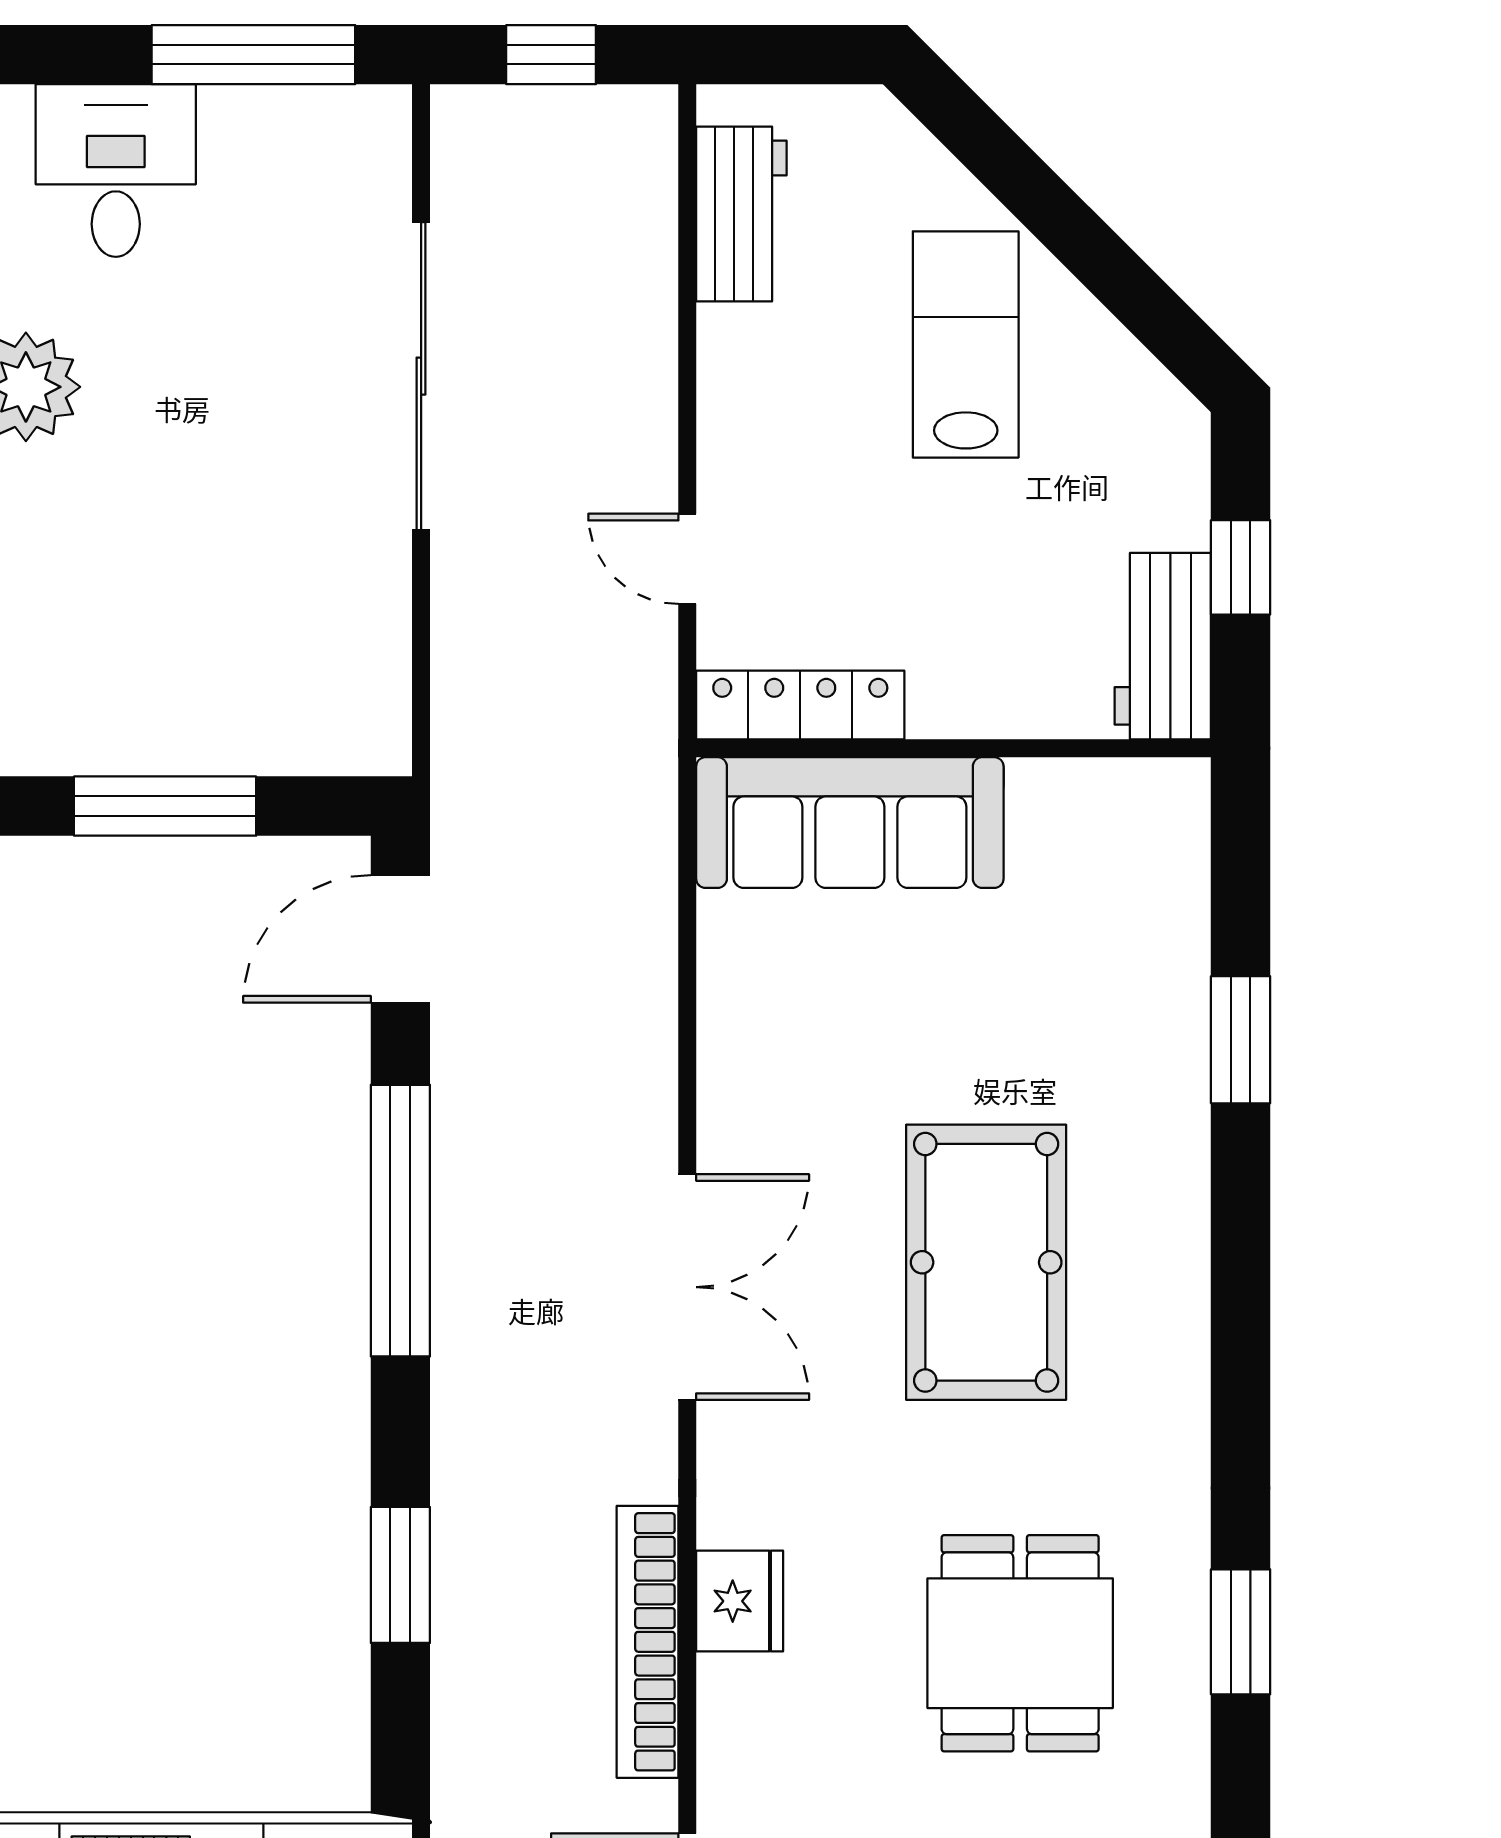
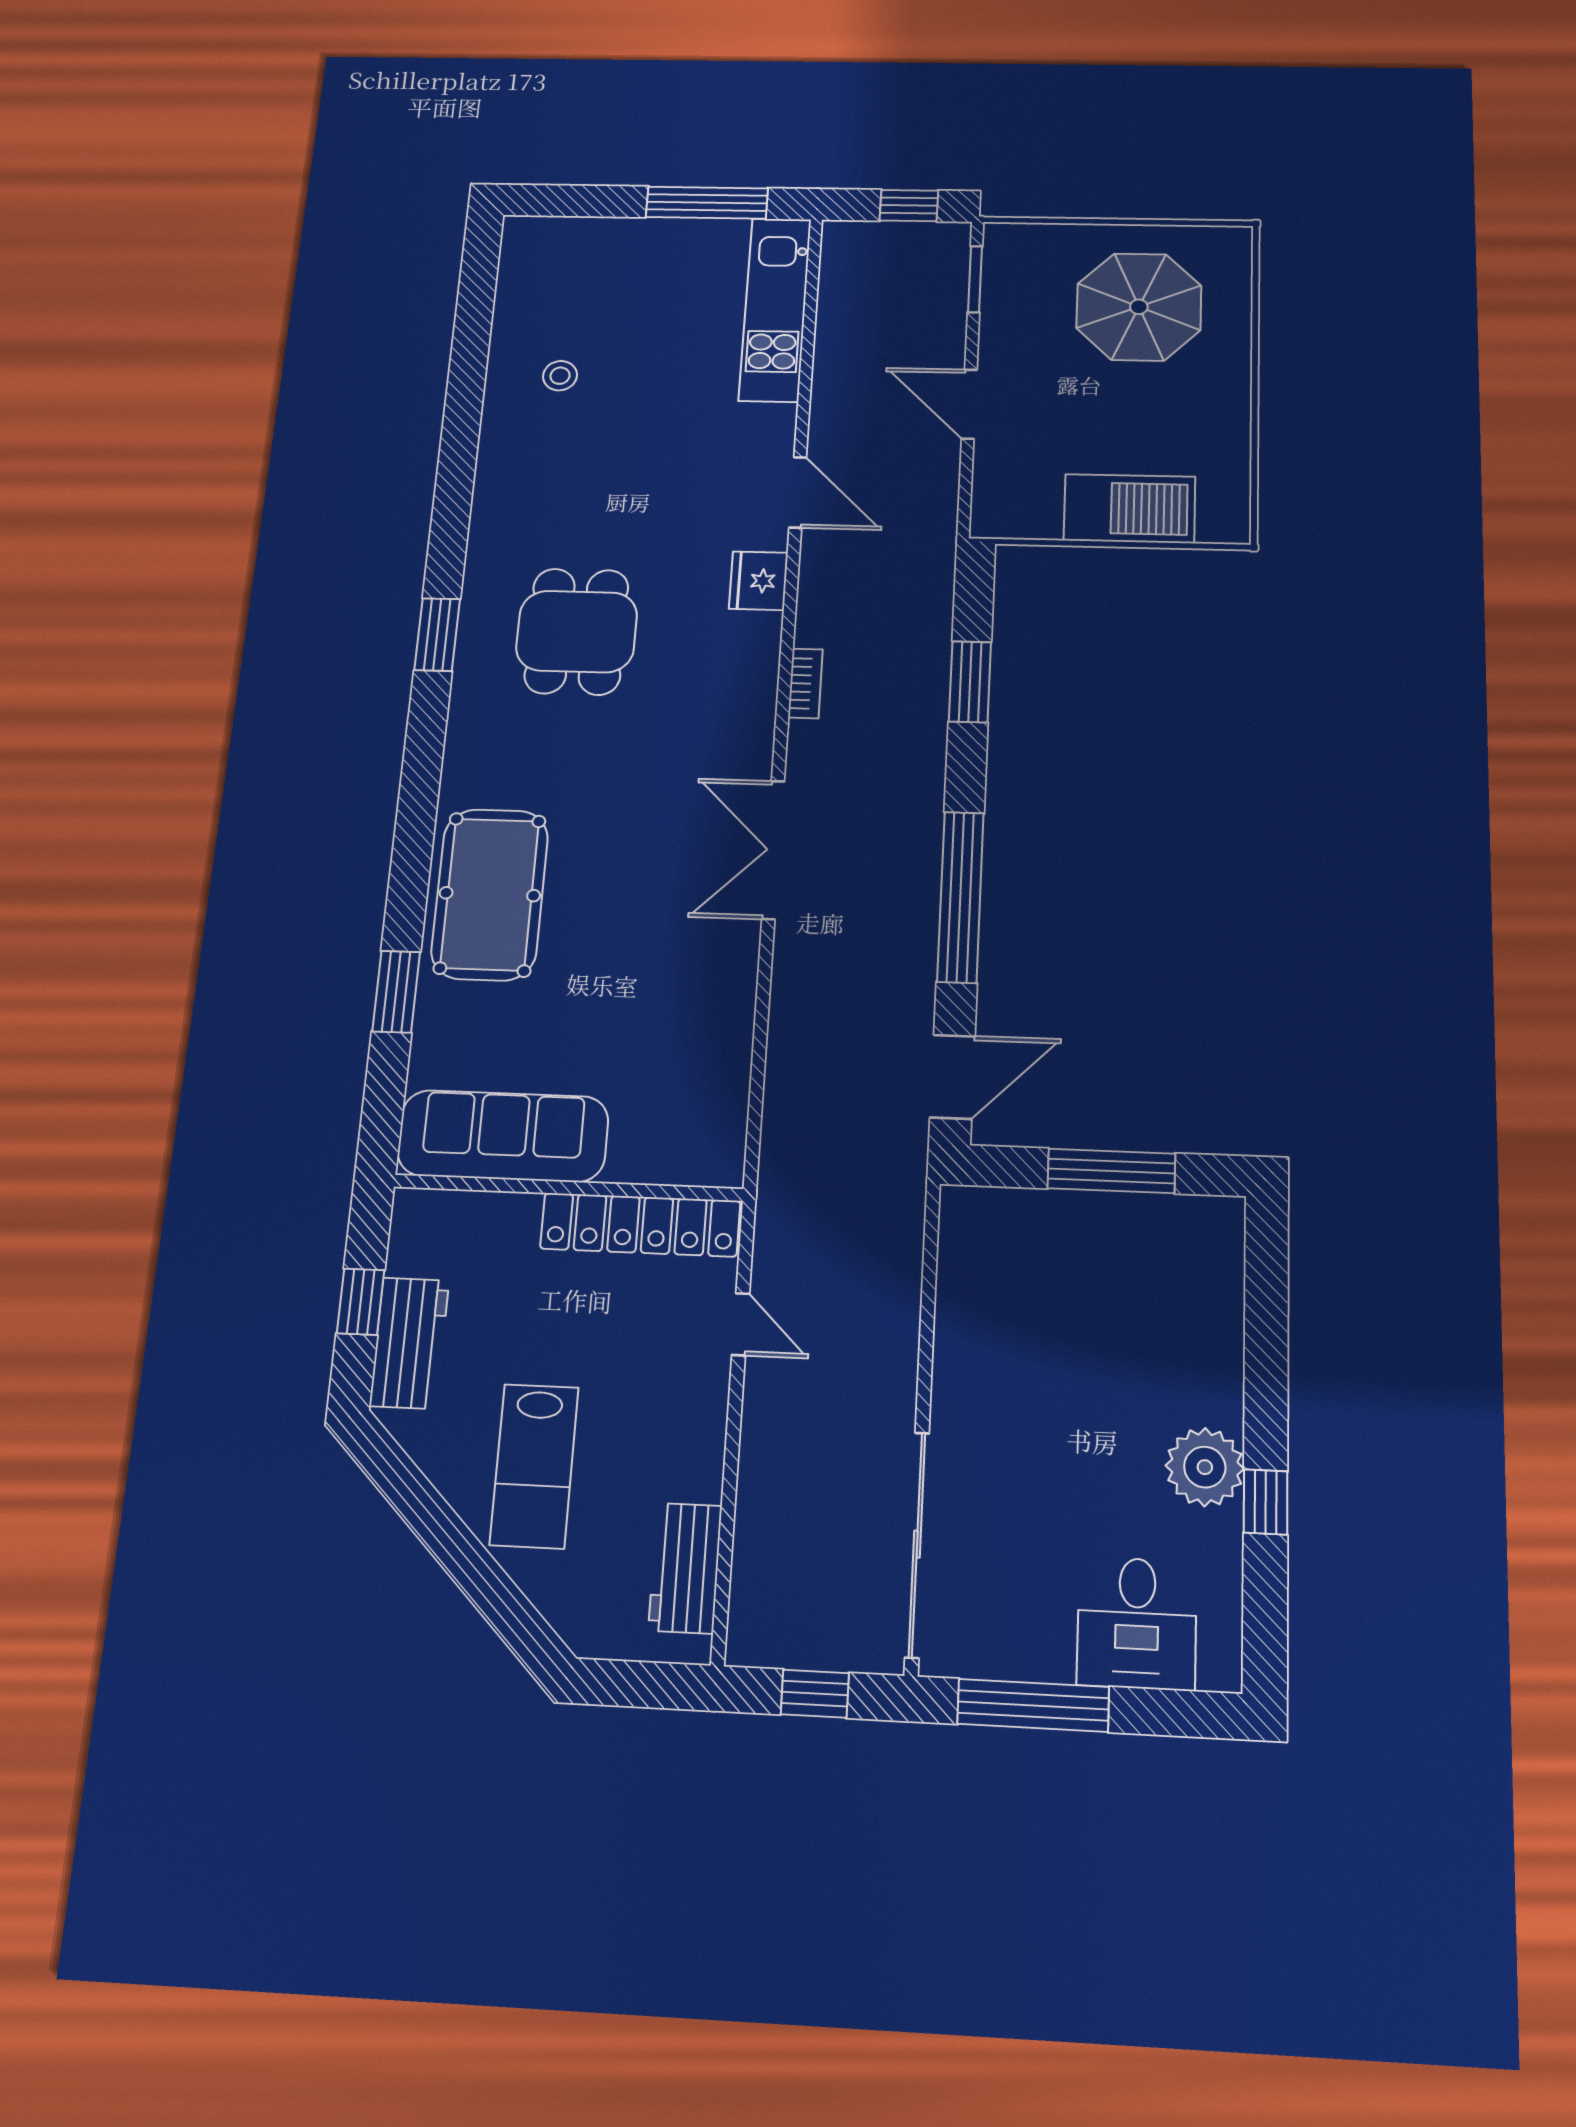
sliding door: (421, 376) -> (917, 1544), moved
workbench: (1163, 646) -> (409, 1343), moved
locker: (800, 705) -> (640, 1225), width x1.41, depth x1.21
sofa: (850, 823) -> (503, 1136), moved
pool table: (986, 1262) -> (490, 894), moved
fridge: (740, 1601) -> (758, 581), moved
bookcase: (648, 1642) -> (805, 683), width x0.43, depth x0.76

